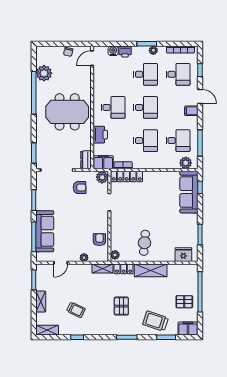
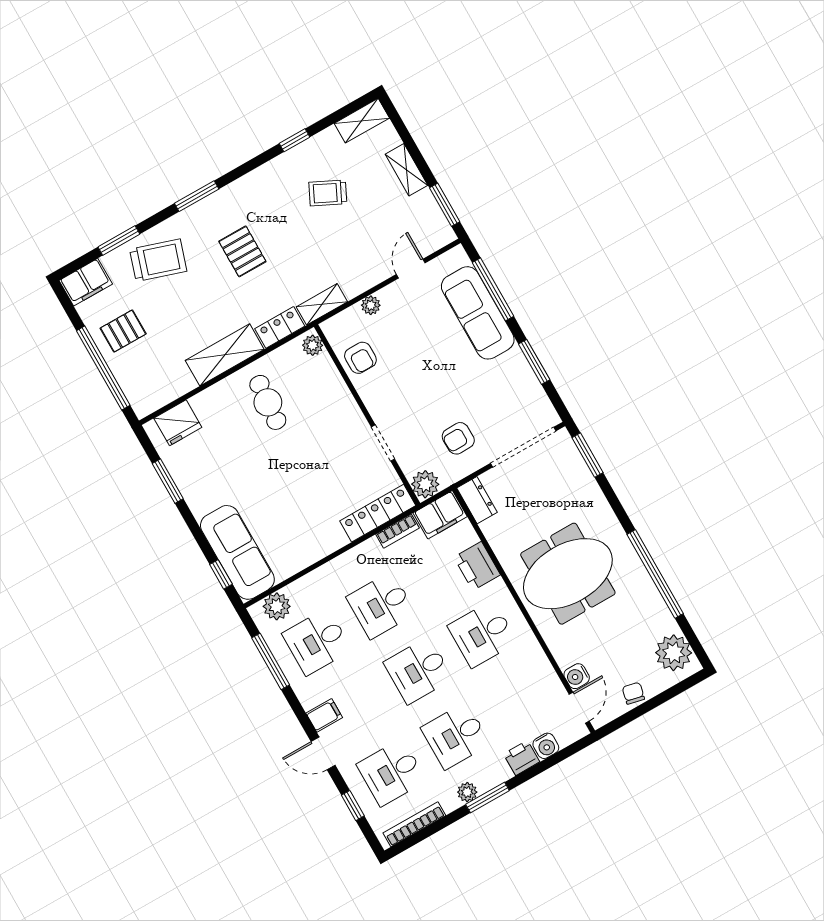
water cooler: (86, 71) -> (577, 676), added
plant: (44, 73) -> (674, 653), moved

